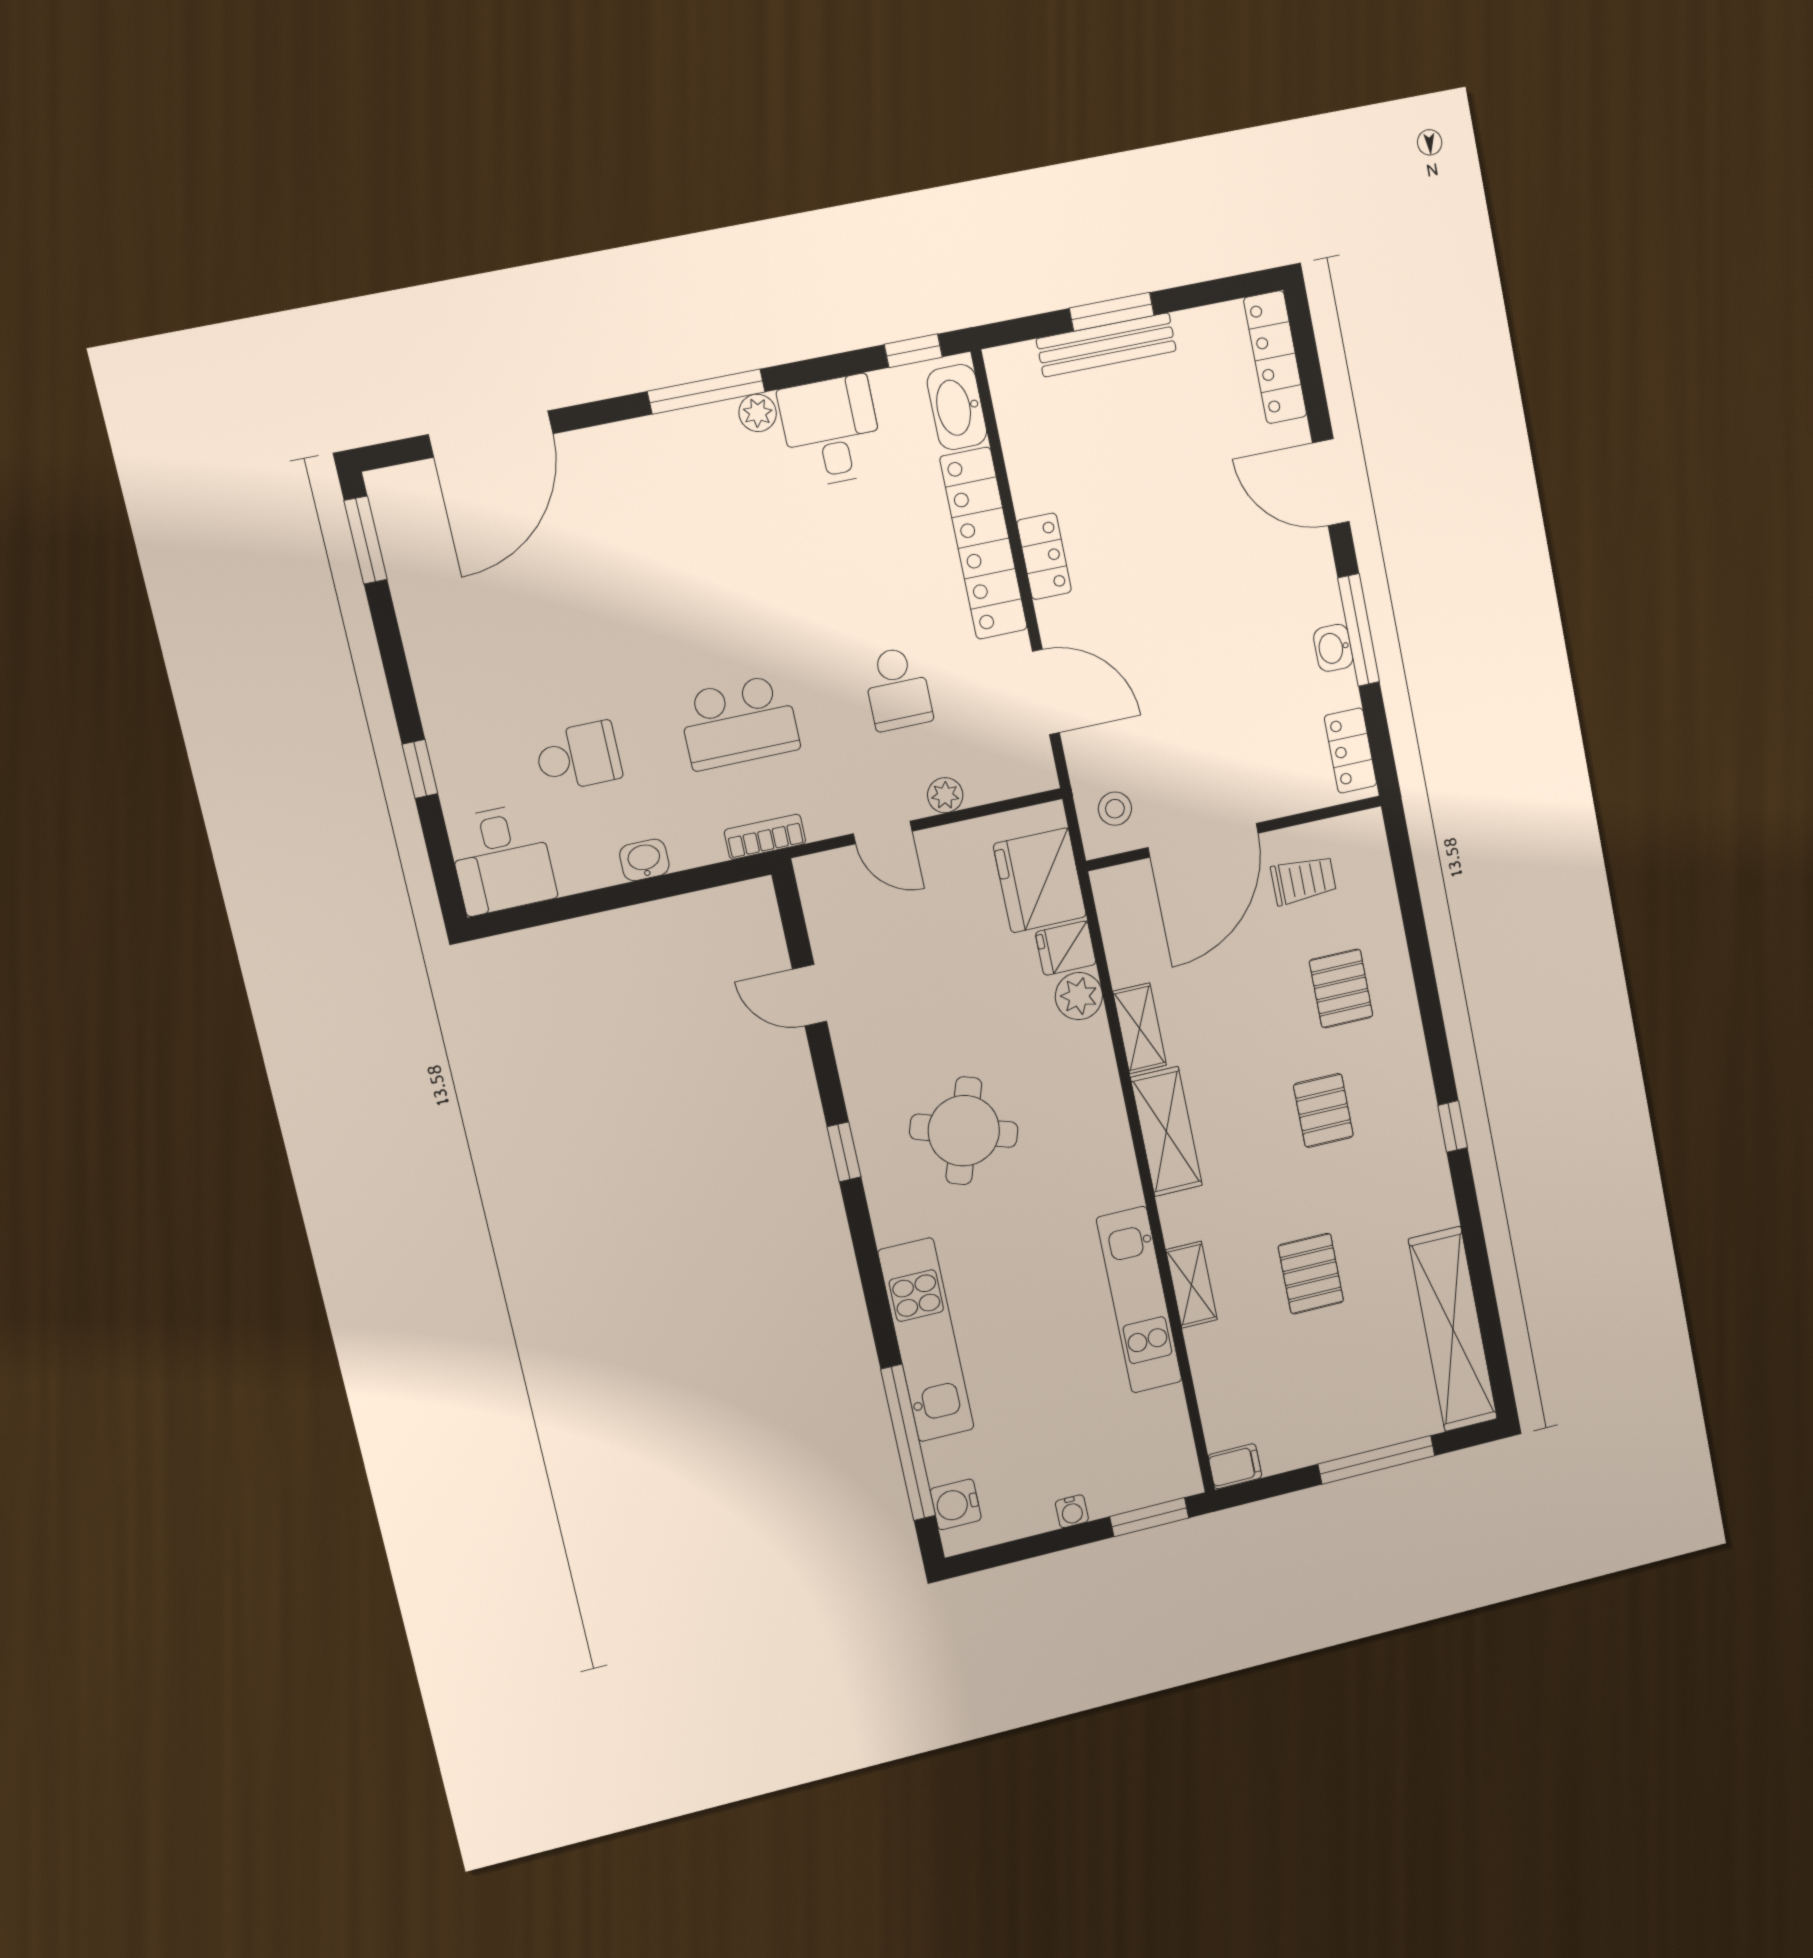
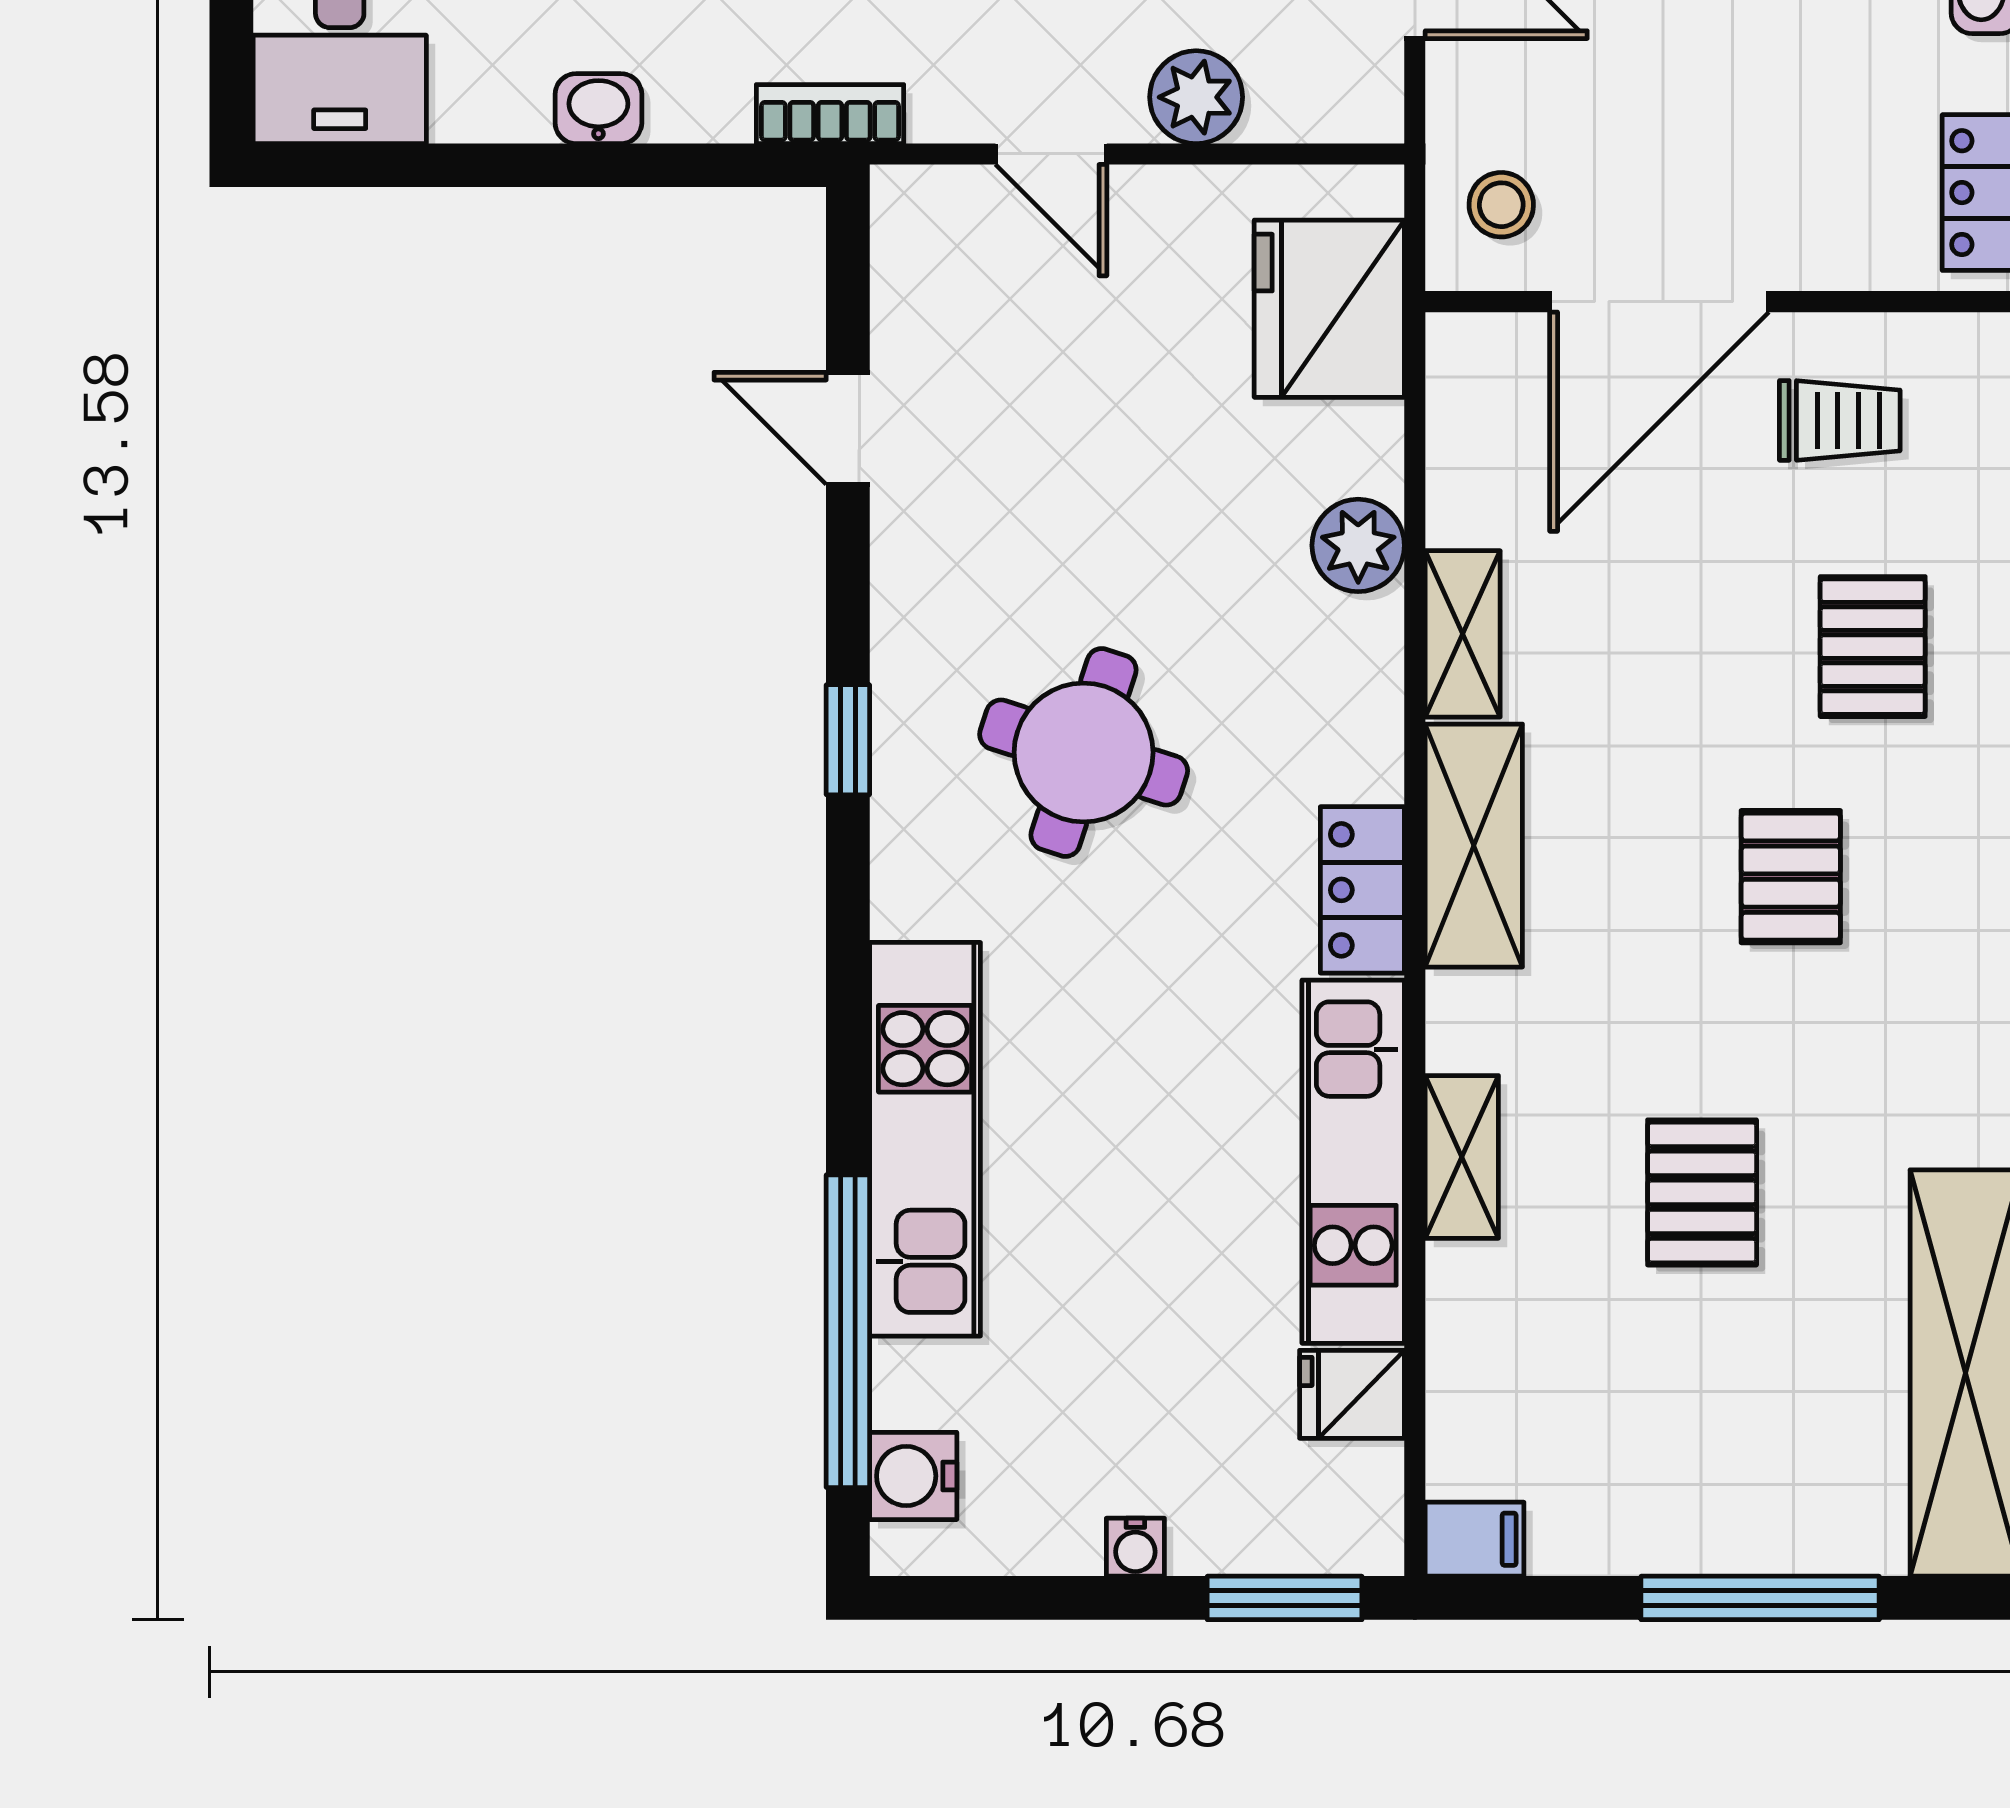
plant: (945, 795) -> (1196, 97), width x1.38, depth x1.38
fridge: (1066, 948) -> (1352, 1394), moved
locker: (1116, 1166) -> (1362, 890), added

